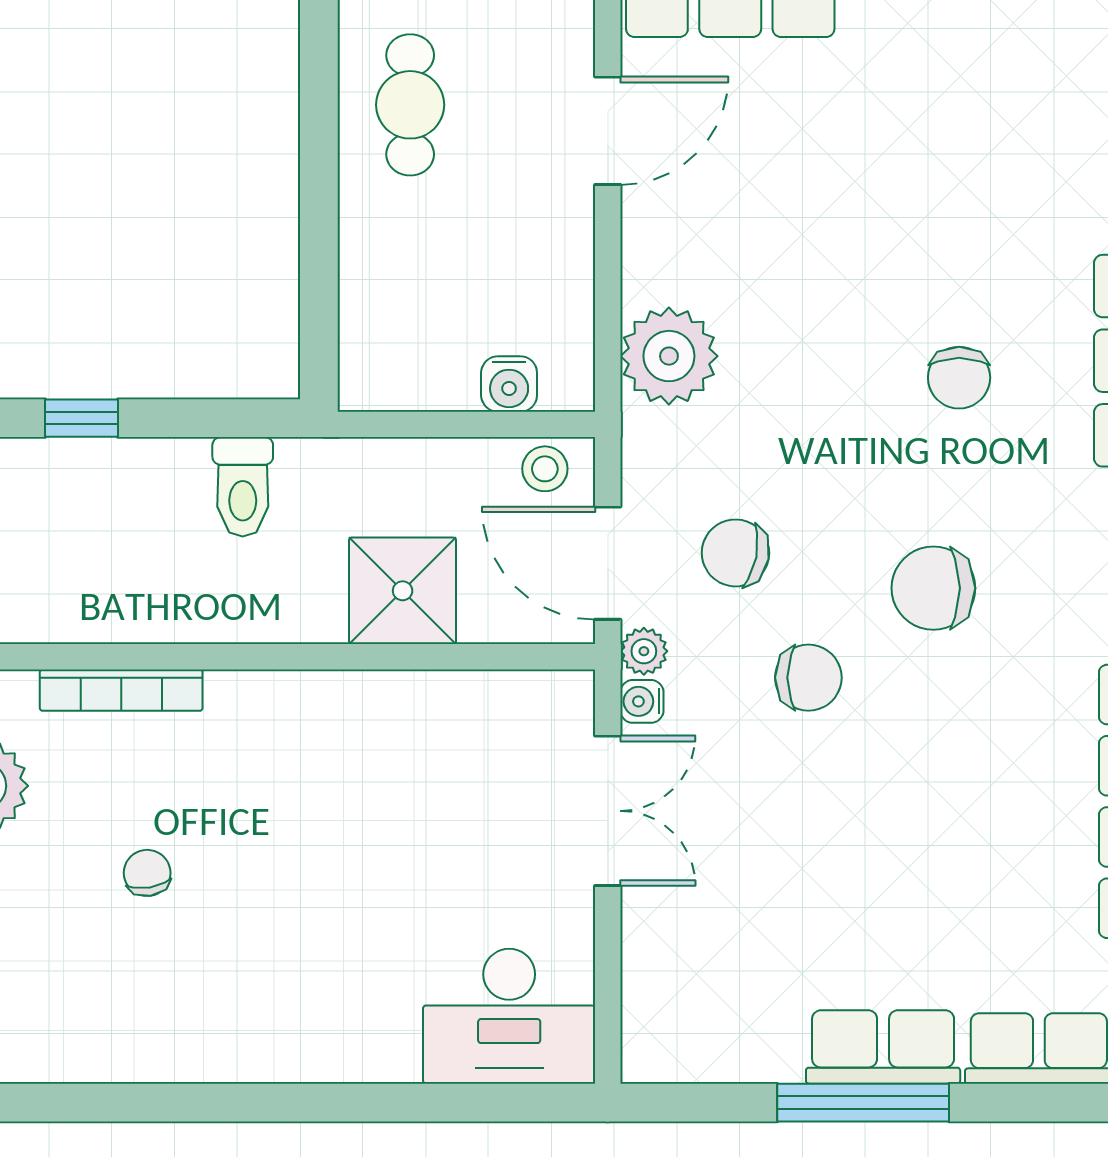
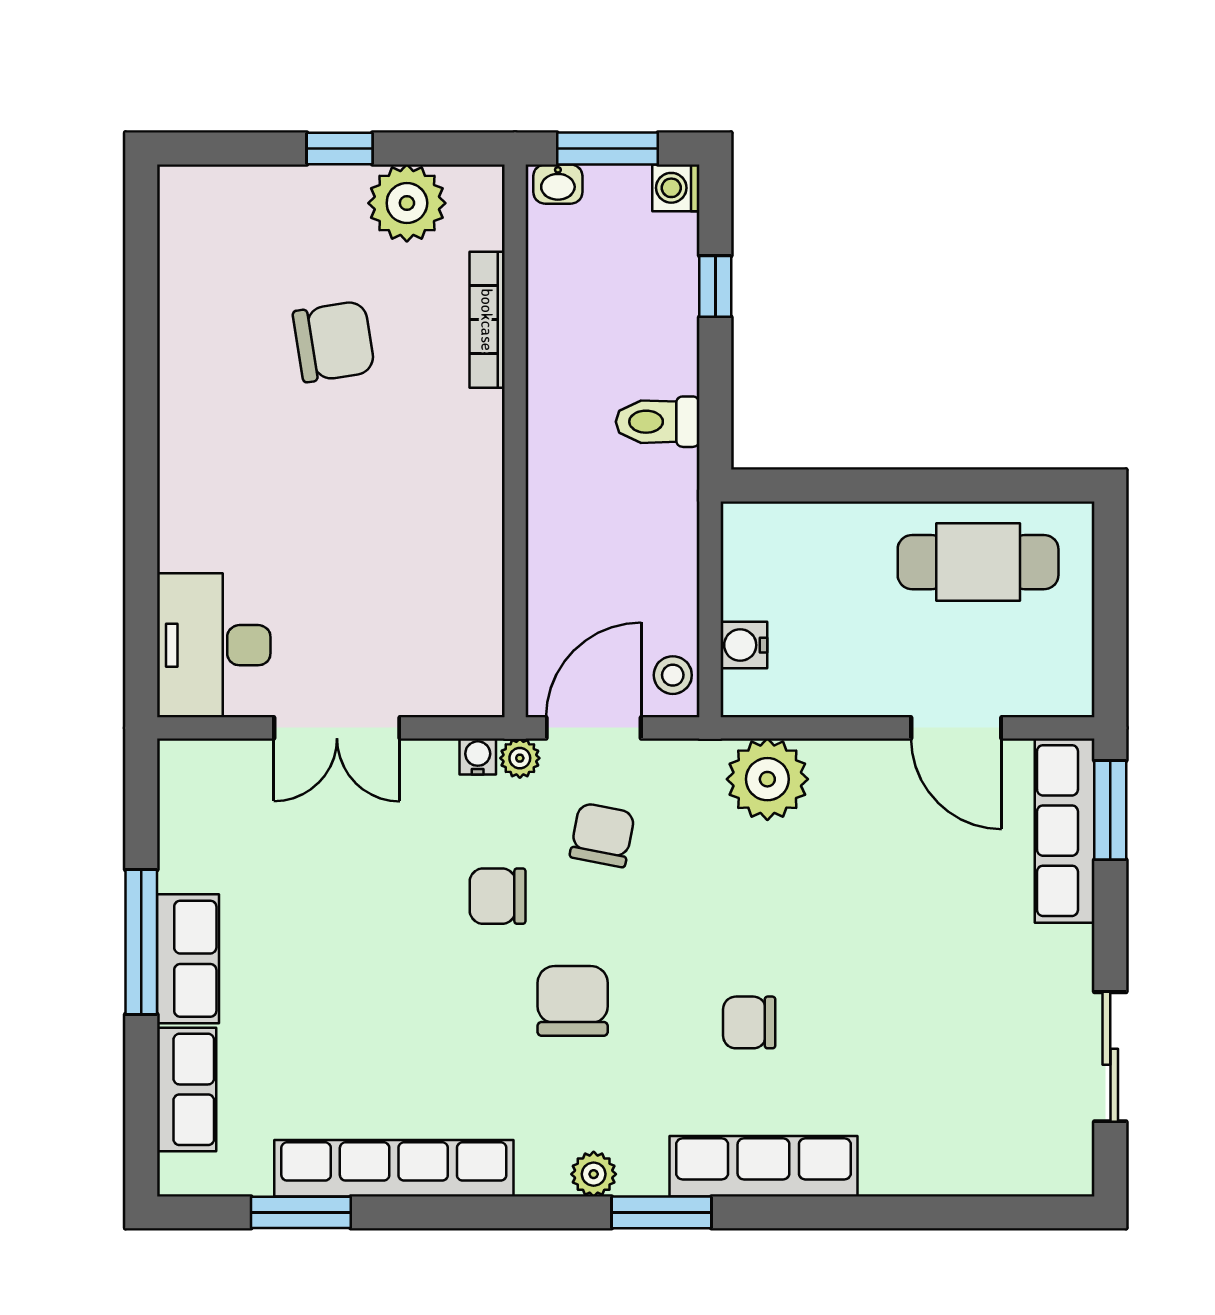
cafe table: (410, 105) -> (978, 562), width x1.37, depth x1.35
shower: (403, 591) -> (570, 556), removed
chair: (808, 678) -> (498, 896), turned 90
double door: (608, 811) -> (337, 728), moved
chair: (147, 873) -> (334, 341), width x1.87, depth x1.87

